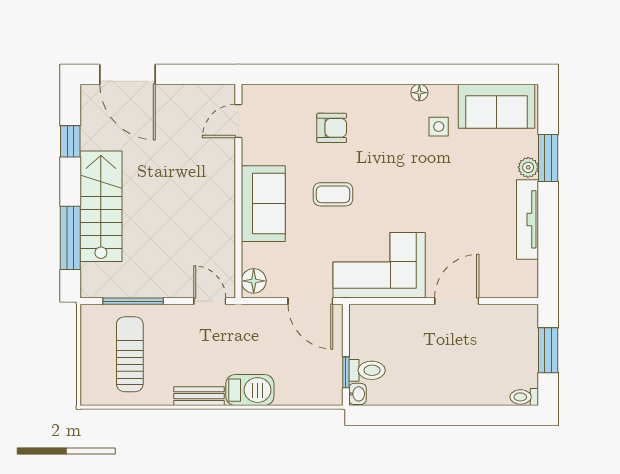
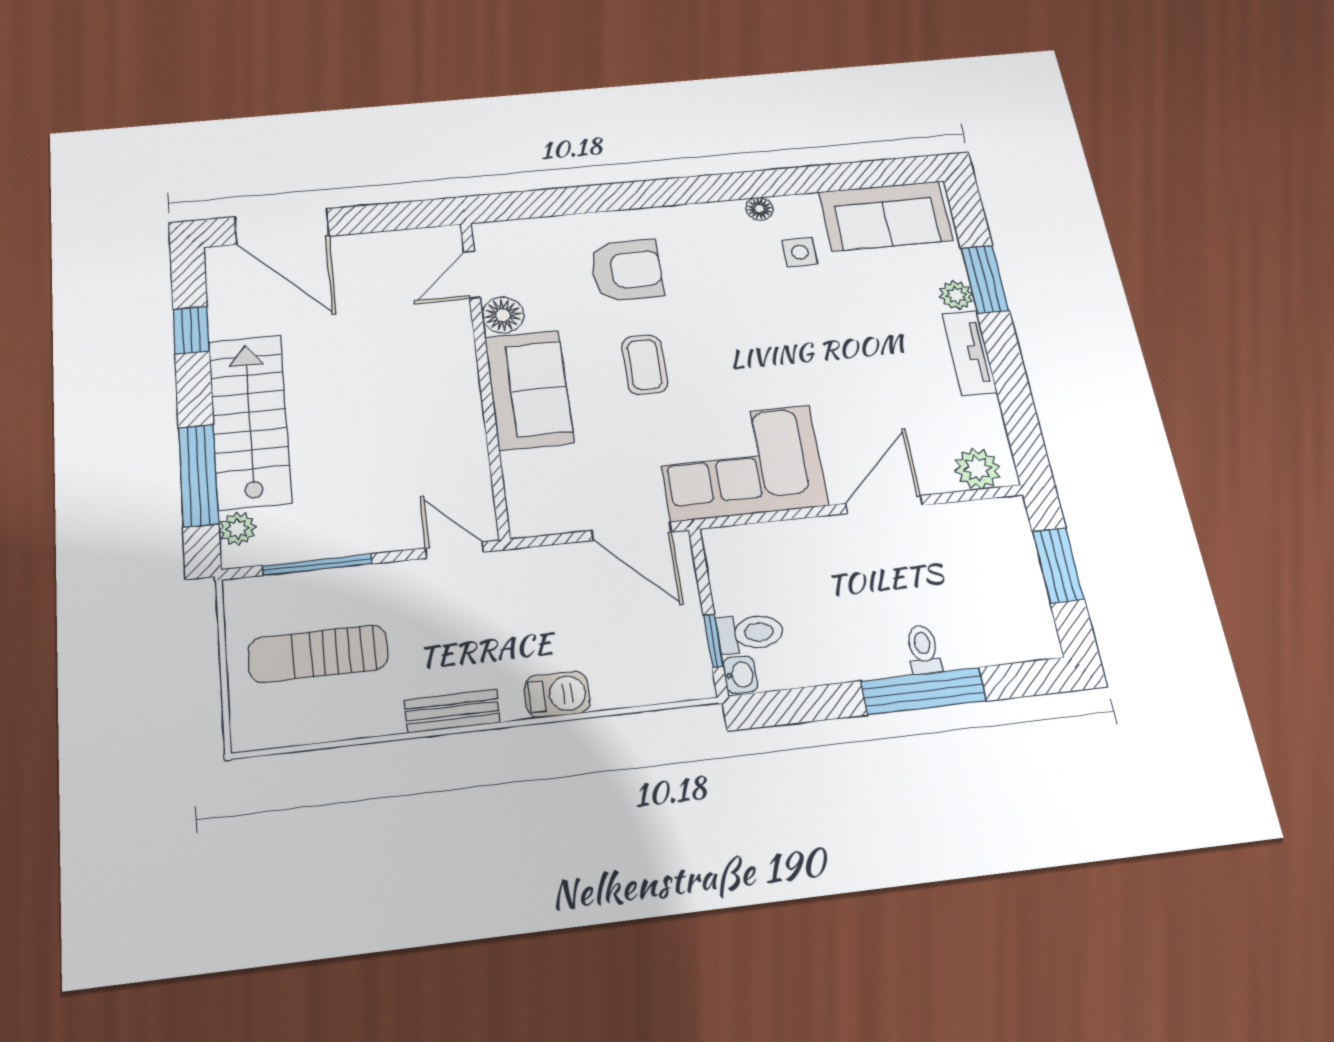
armchair: (332, 128) -> (627, 270), width x1.38, depth x1.38
coffee table: (333, 194) -> (645, 365), turned 90
tv unit: (528, 219) -> (969, 353), width x0.71
plant: (90, 274) -> (237, 529), added
floor lamp: (254, 281) -> (503, 315), moved
plant: (516, 285) -> (977, 469), added
sun lounger: (130, 354) -> (318, 654), turned -90
barbecue: (250, 390) -> (557, 694), width x0.73, depth x0.79
toilet: (524, 397) -> (923, 650), moved, turned 90
window: (456, 415) -> (923, 691), added

